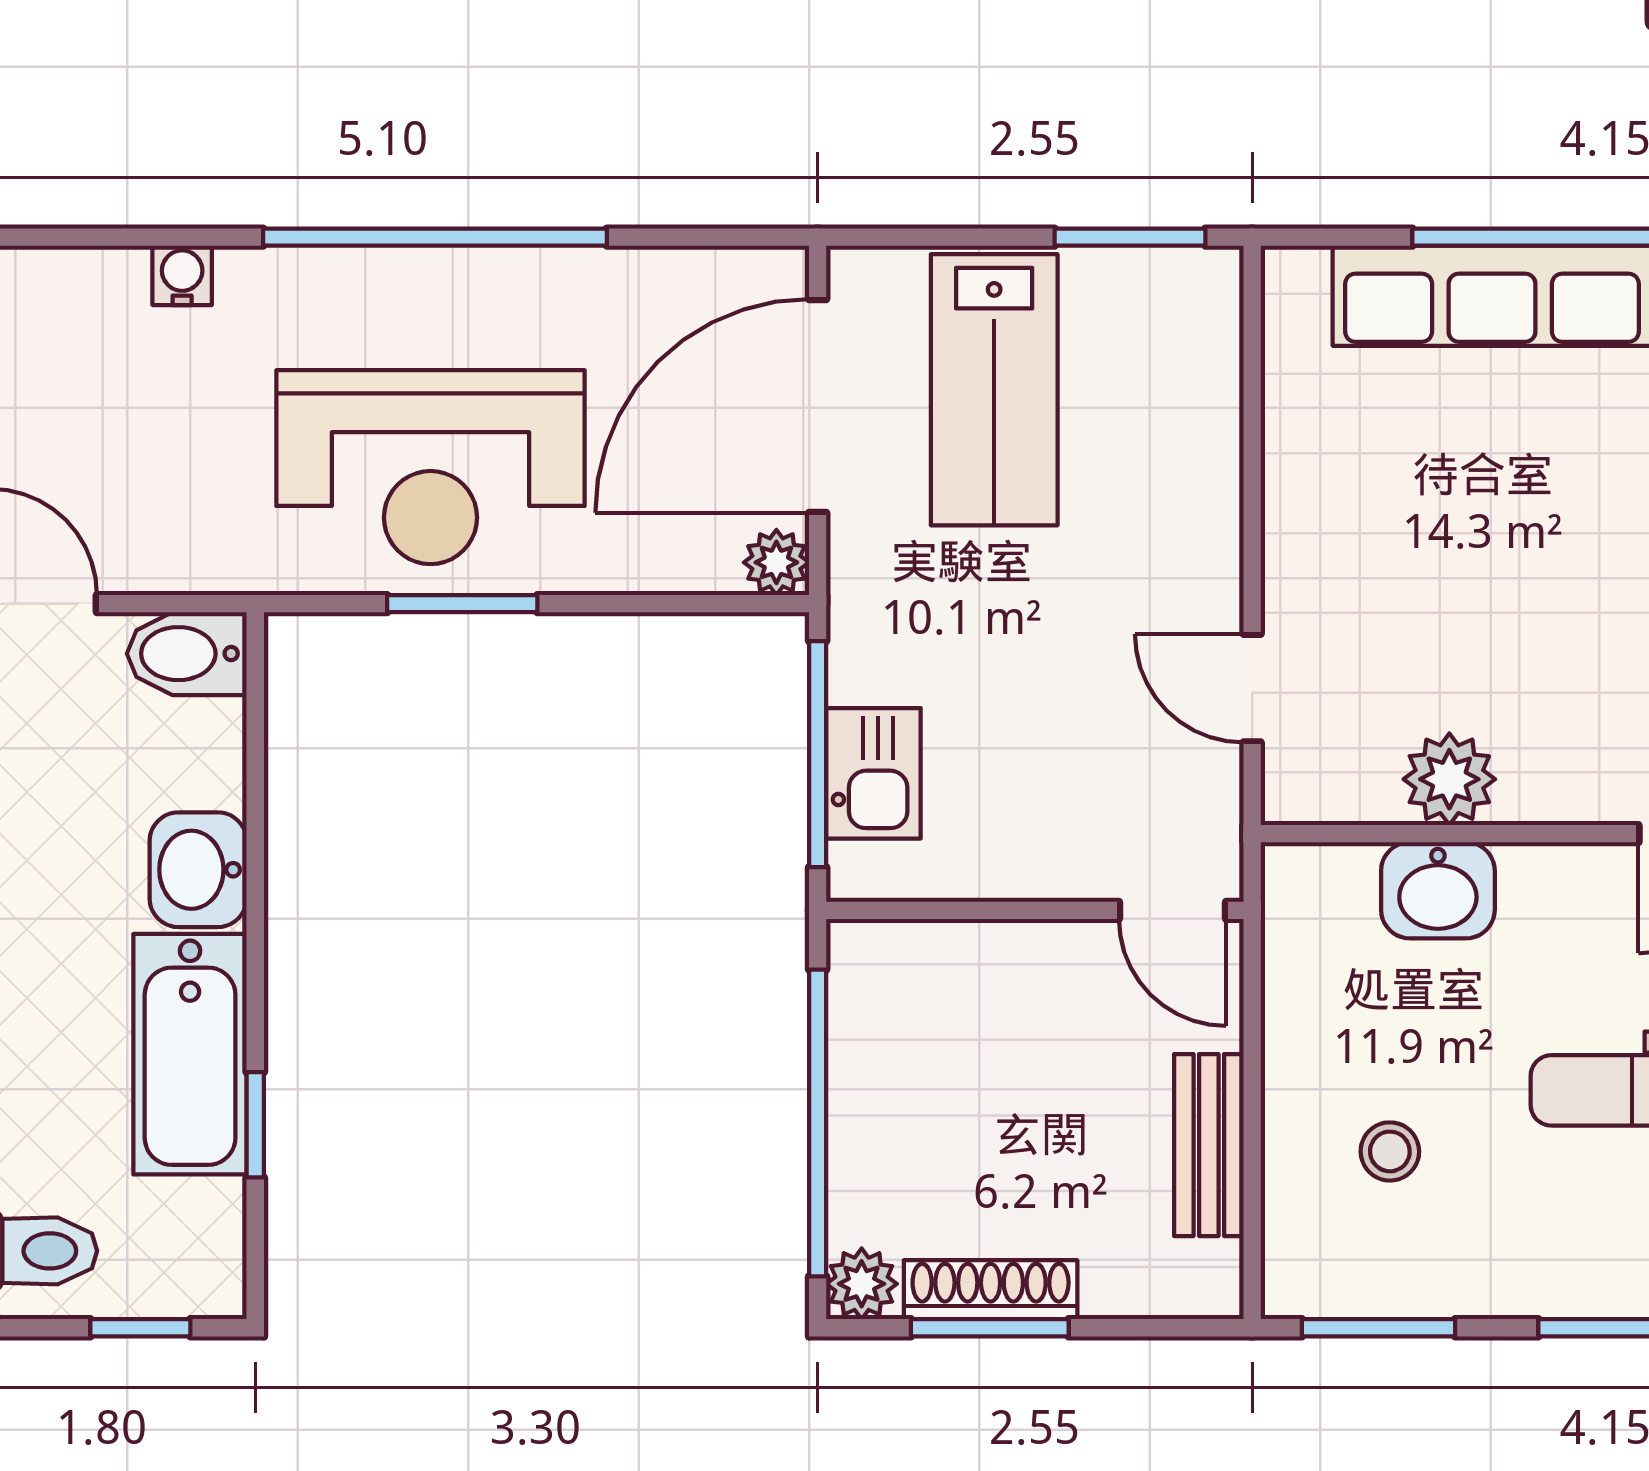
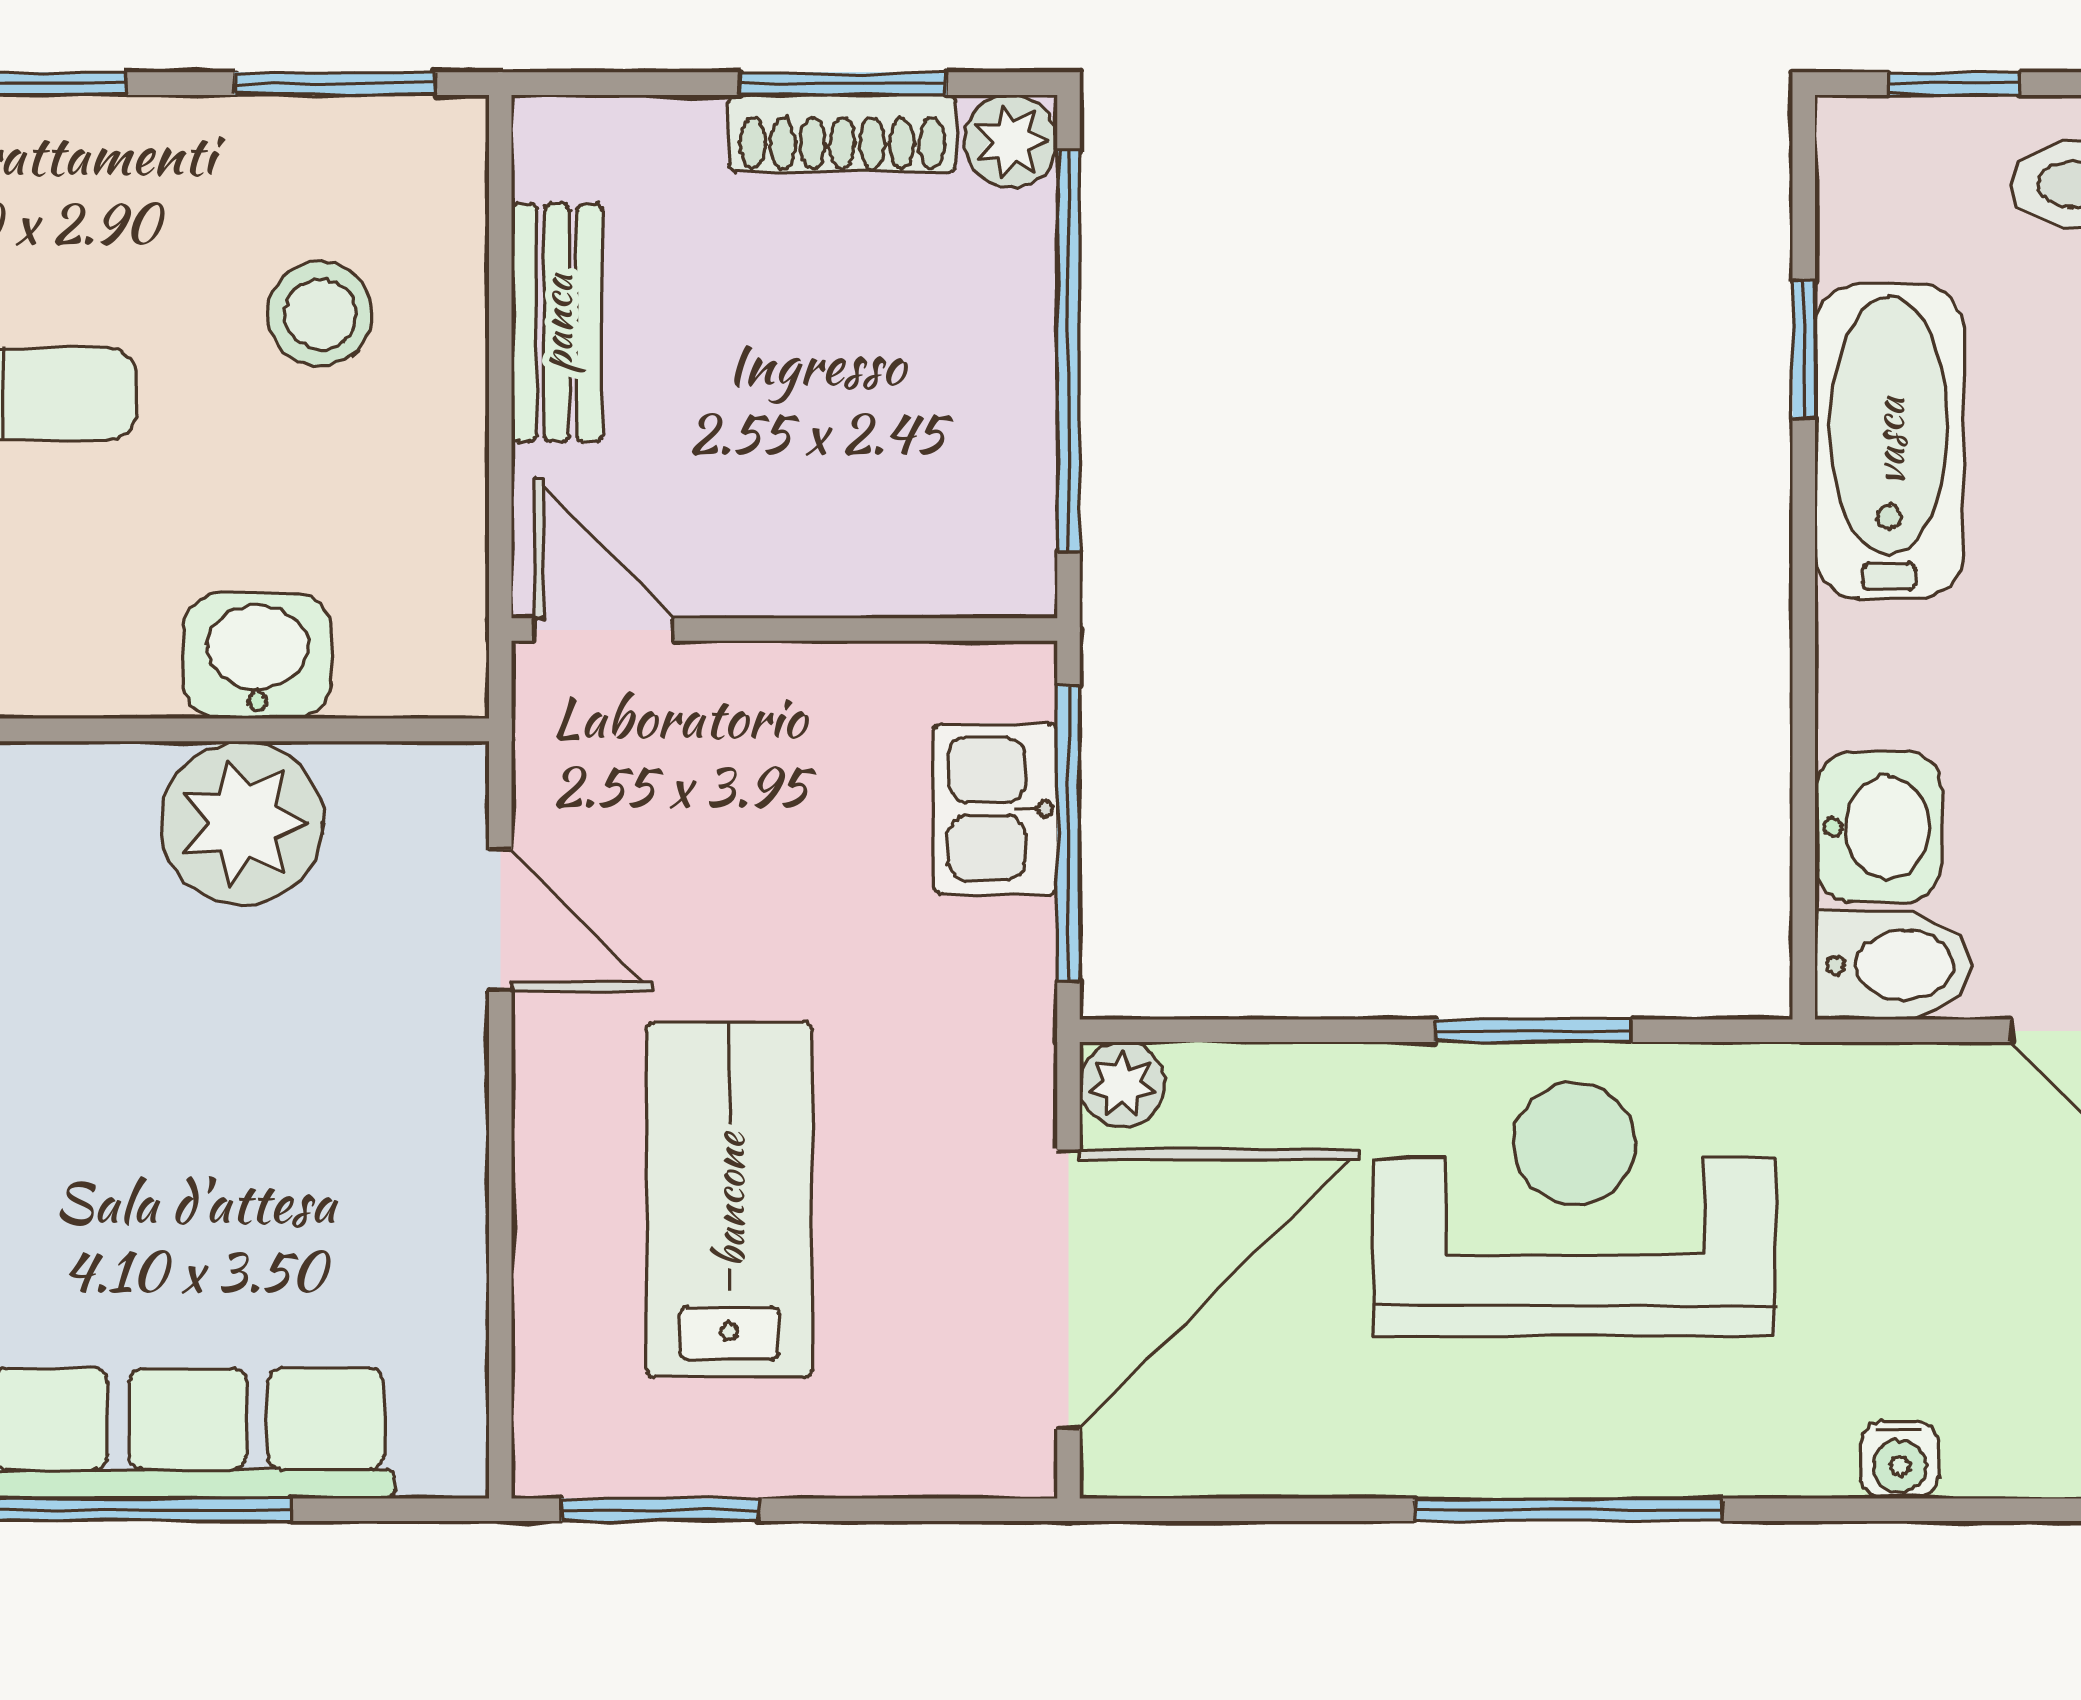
window: (435, 237) -> (1569, 1510), width x0.68
lab bench: (994, 390) -> (729, 1200), moved
plant: (1449, 779) -> (242, 823), width x1.36, depth x1.36
washbasin: (198, 870) -> (1879, 827), moved
stool: (1390, 1151) -> (320, 314), width x1.37, depth x1.37

